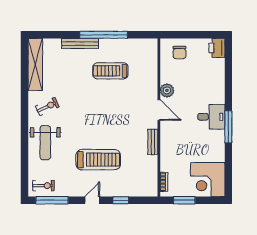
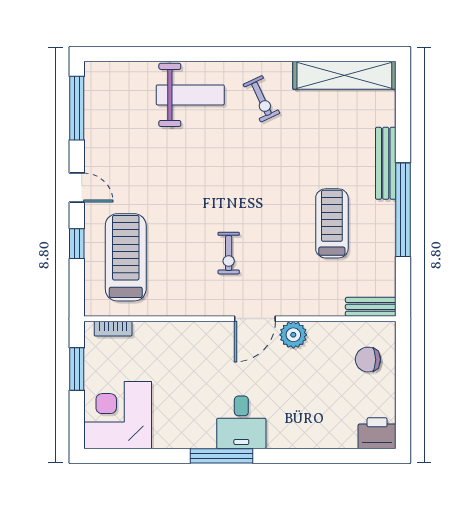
bench: (153, 142) -> (371, 307), moved
weight bench: (45, 143) -> (190, 95), turned 180
treadmill: (98, 160) -> (126, 257), moved, turned 180
exercise bike: (43, 186) -> (229, 253), moved

